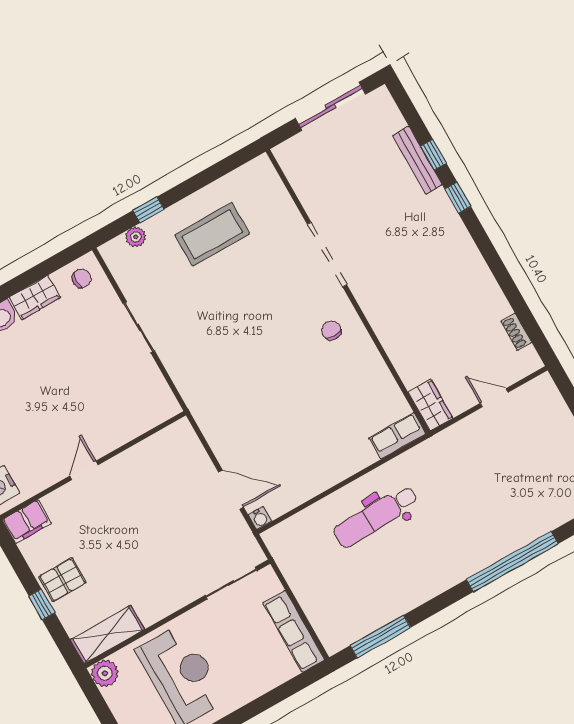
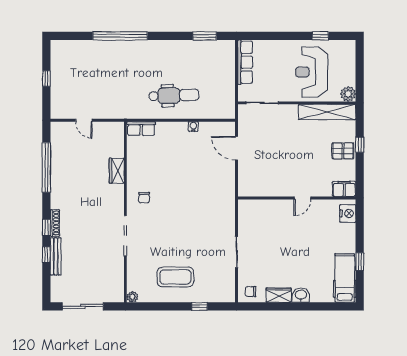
plant: (136, 237) -> (132, 297), moved
window: (511, 291) -> (46, 168), added
shoe rack: (516, 332) -> (55, 223), moved, width x1.43
wardrobe: (430, 405) -> (117, 171), moved
water cooler: (260, 518) -> (193, 126), moved
shelving: (107, 635) -> (327, 112), width x1.47
window: (380, 637) -> (205, 36), width x0.69

